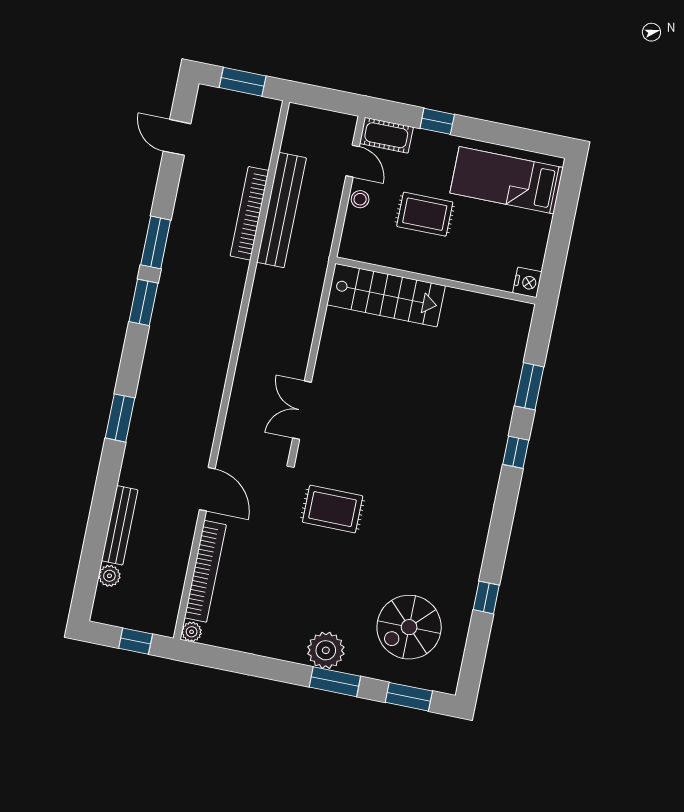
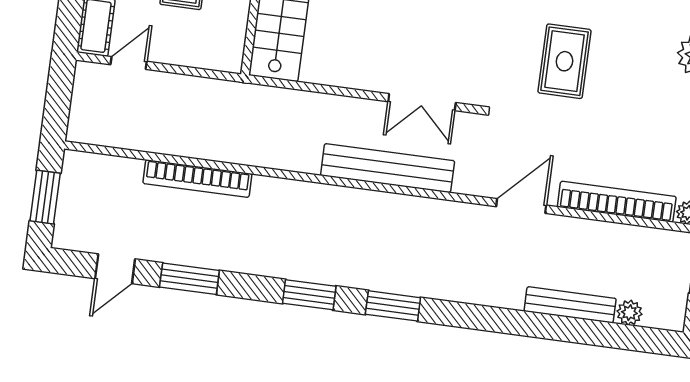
stool: (360, 199) -> (172, 51), removed
bench: (281, 210) -> (388, 168), moved
window: (156, 242) -> (189, 279), moved
window: (120, 418) -> (393, 306), moved
rug: (333, 509) -> (564, 61), moved

